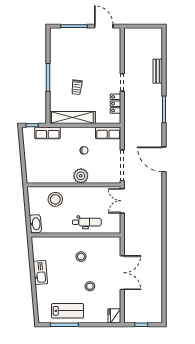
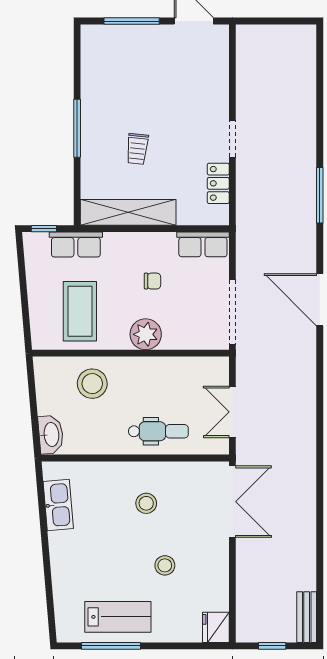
bench: (158, 71) -> (307, 617), moved
coffee table: (49, 165) -> (80, 311), added
double door: (122, 201) -> (232, 412), moved
kitchen sink: (40, 272) -> (58, 505), moved
double door: (122, 273) -> (232, 502), moved

